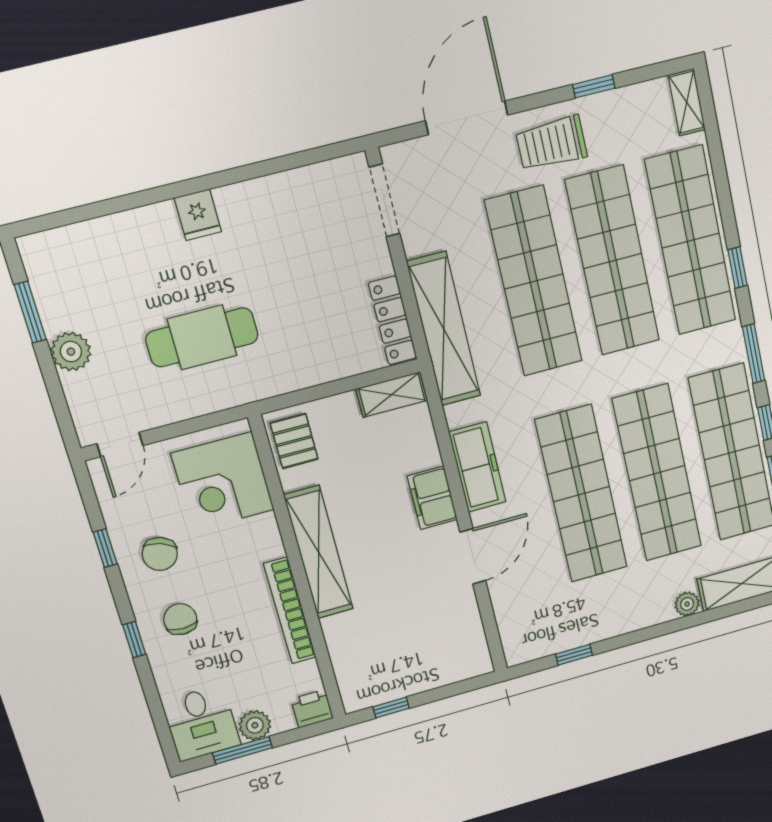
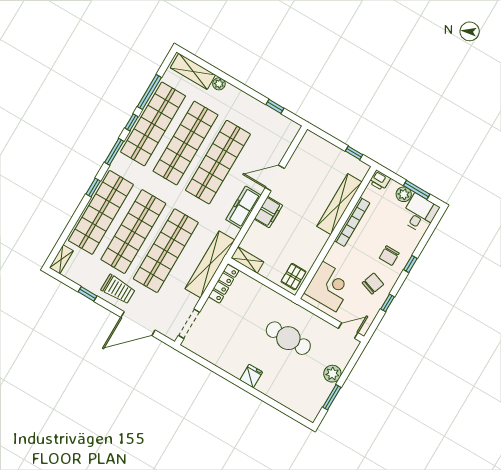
shelving: (319, 552) -> (339, 204), moved

